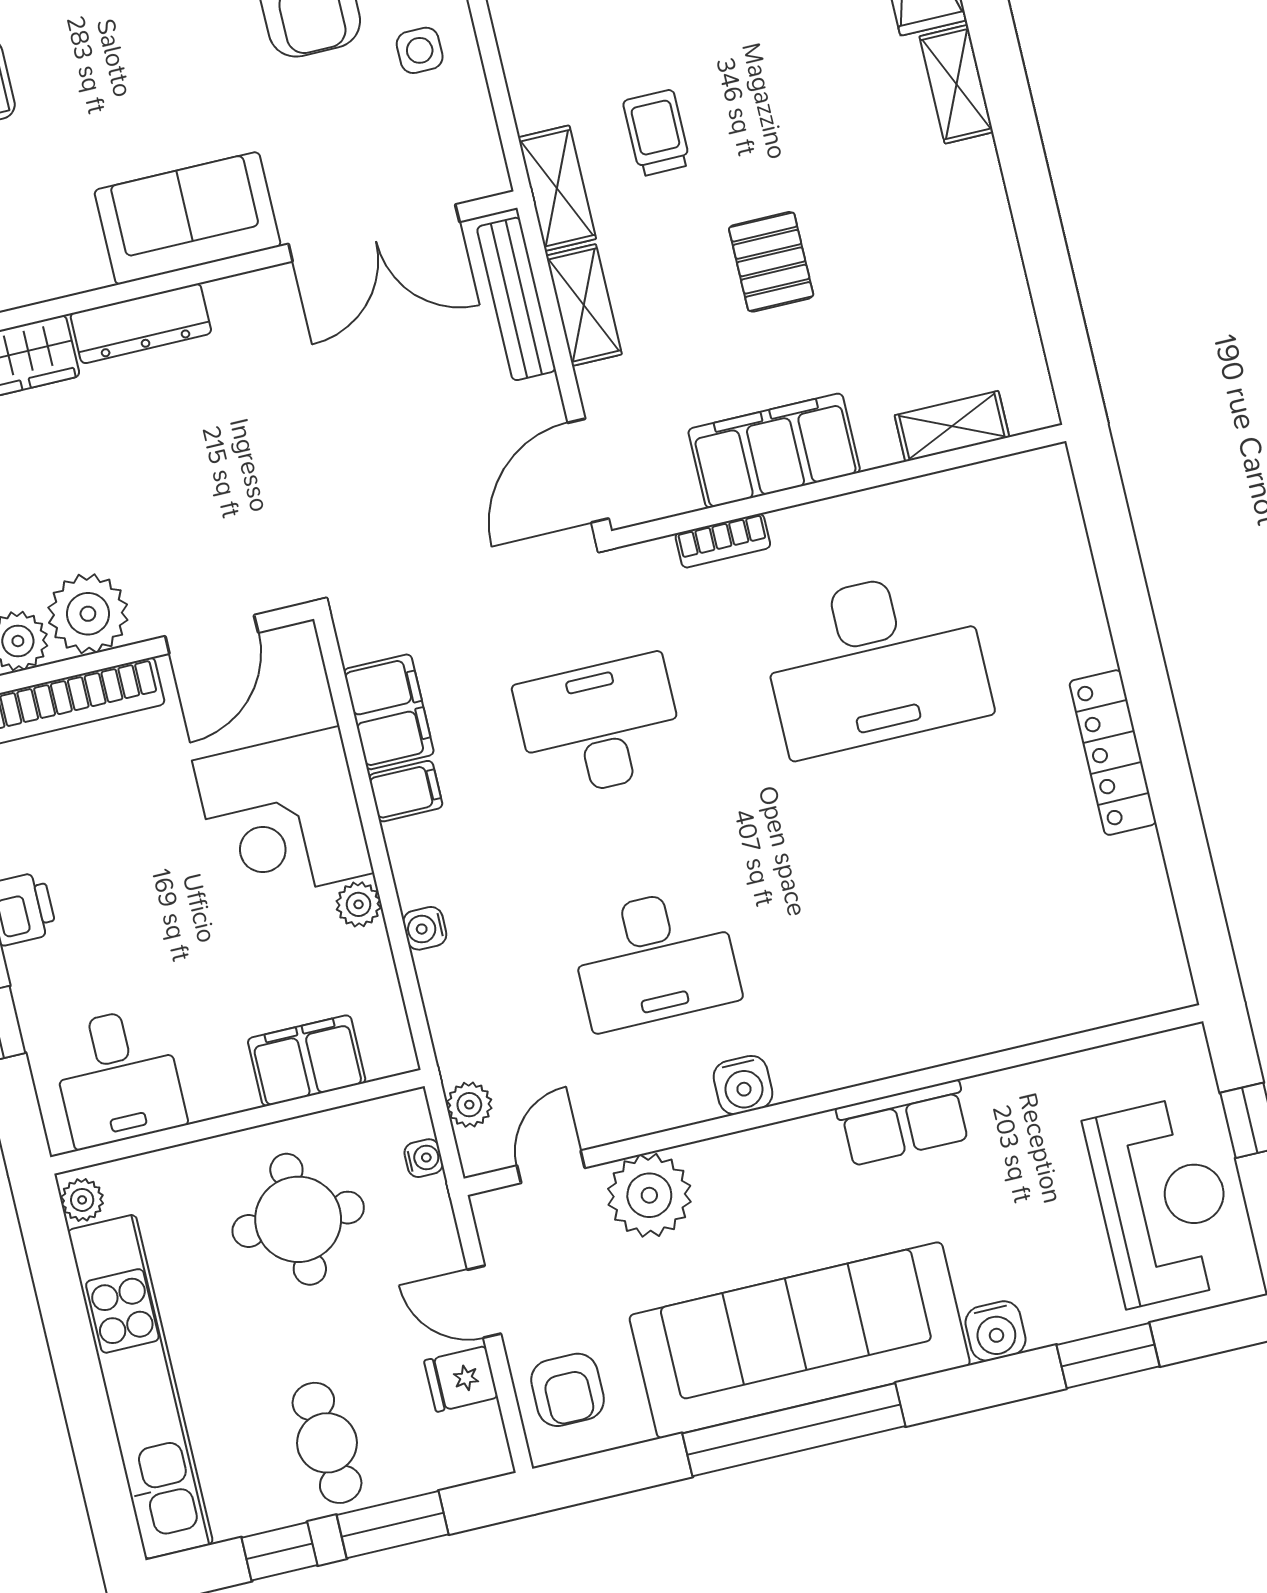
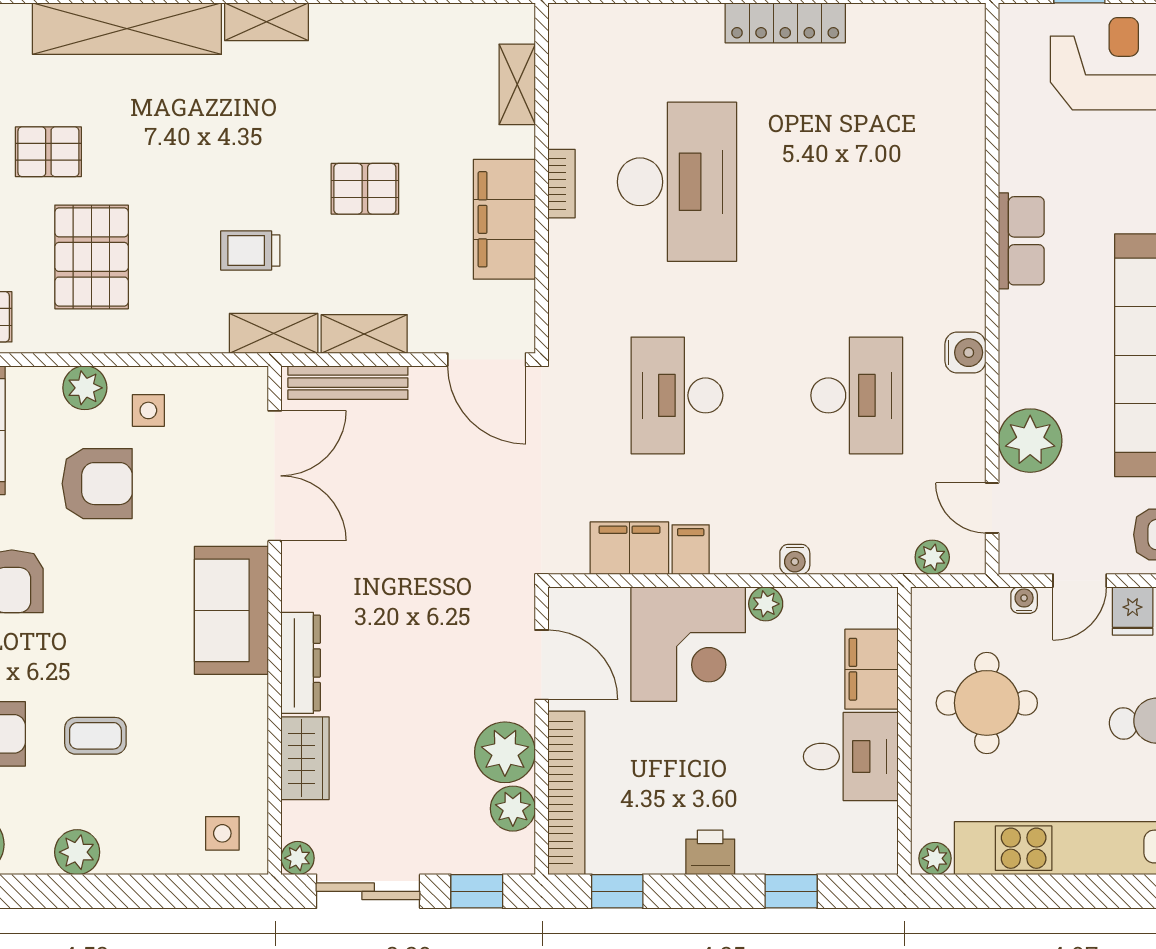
bookcase: (723, 541) -> (562, 184), moved
desk: (118, 1077) -> (851, 756), moved
water cooler: (424, 1158) -> (1024, 600), moved

